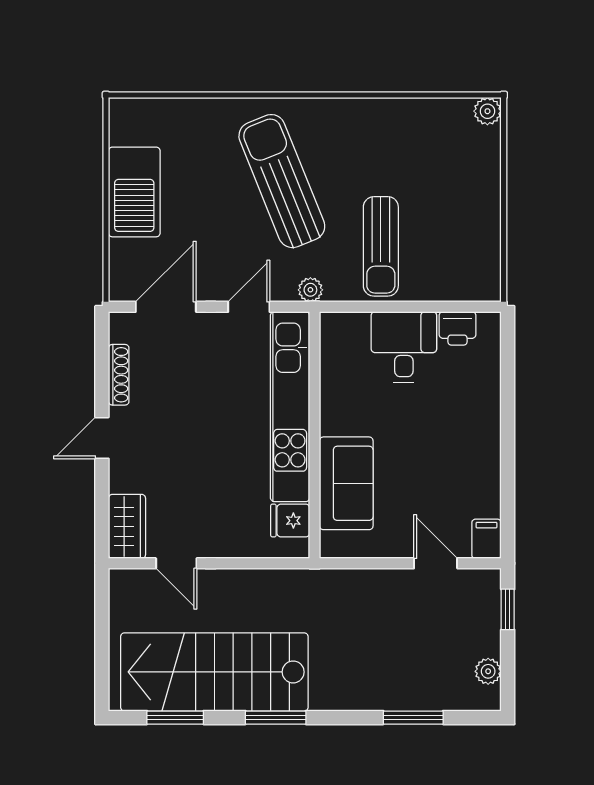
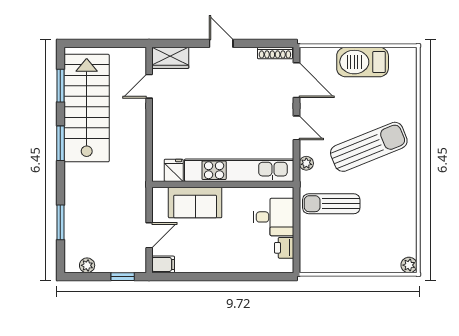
shoe rack: (119, 375) -> (275, 53), moved
kitchen unit: (290, 407) -> (239, 170), moved
wall: (315, 435) -> (223, 184), moved
sofa: (346, 483) -> (195, 203), moved
fridge: (290, 521) -> (174, 170), moved

